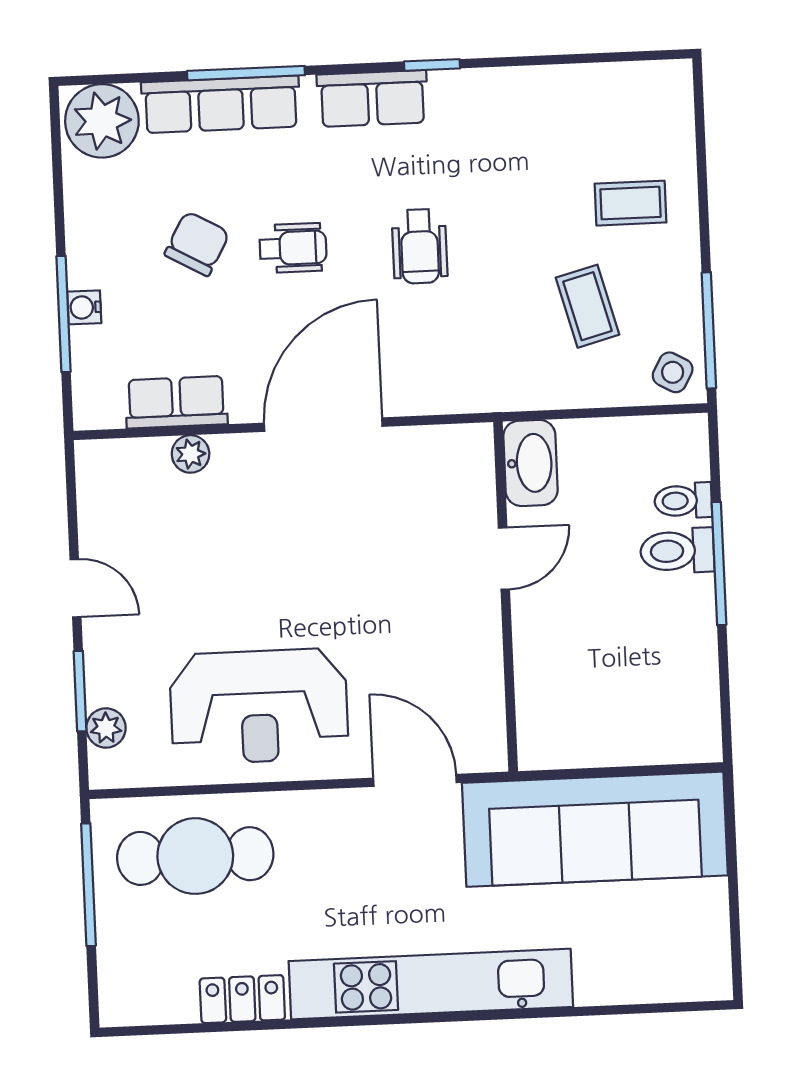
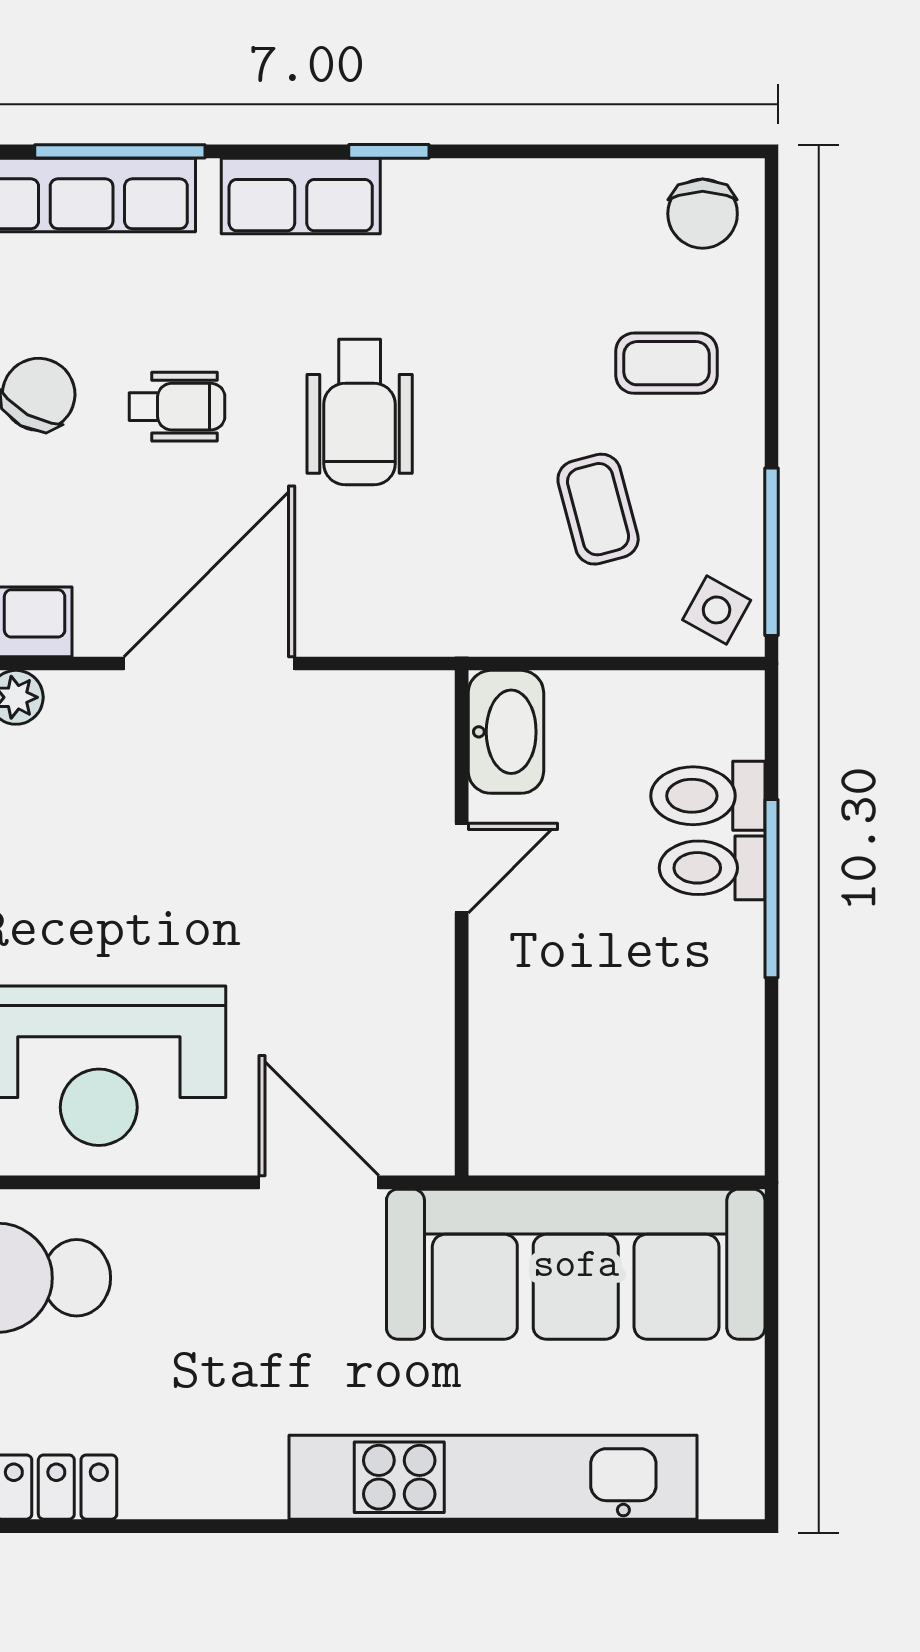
chair: (651, 99) -> (703, 214), added
wheelchair: (420, 246) -> (360, 412), width x1.36, depth x1.37
toilet: (683, 501) -> (708, 796), width x1.37, depth x1.39
kitchen unit: (431, 984) -> (493, 1477), moved

